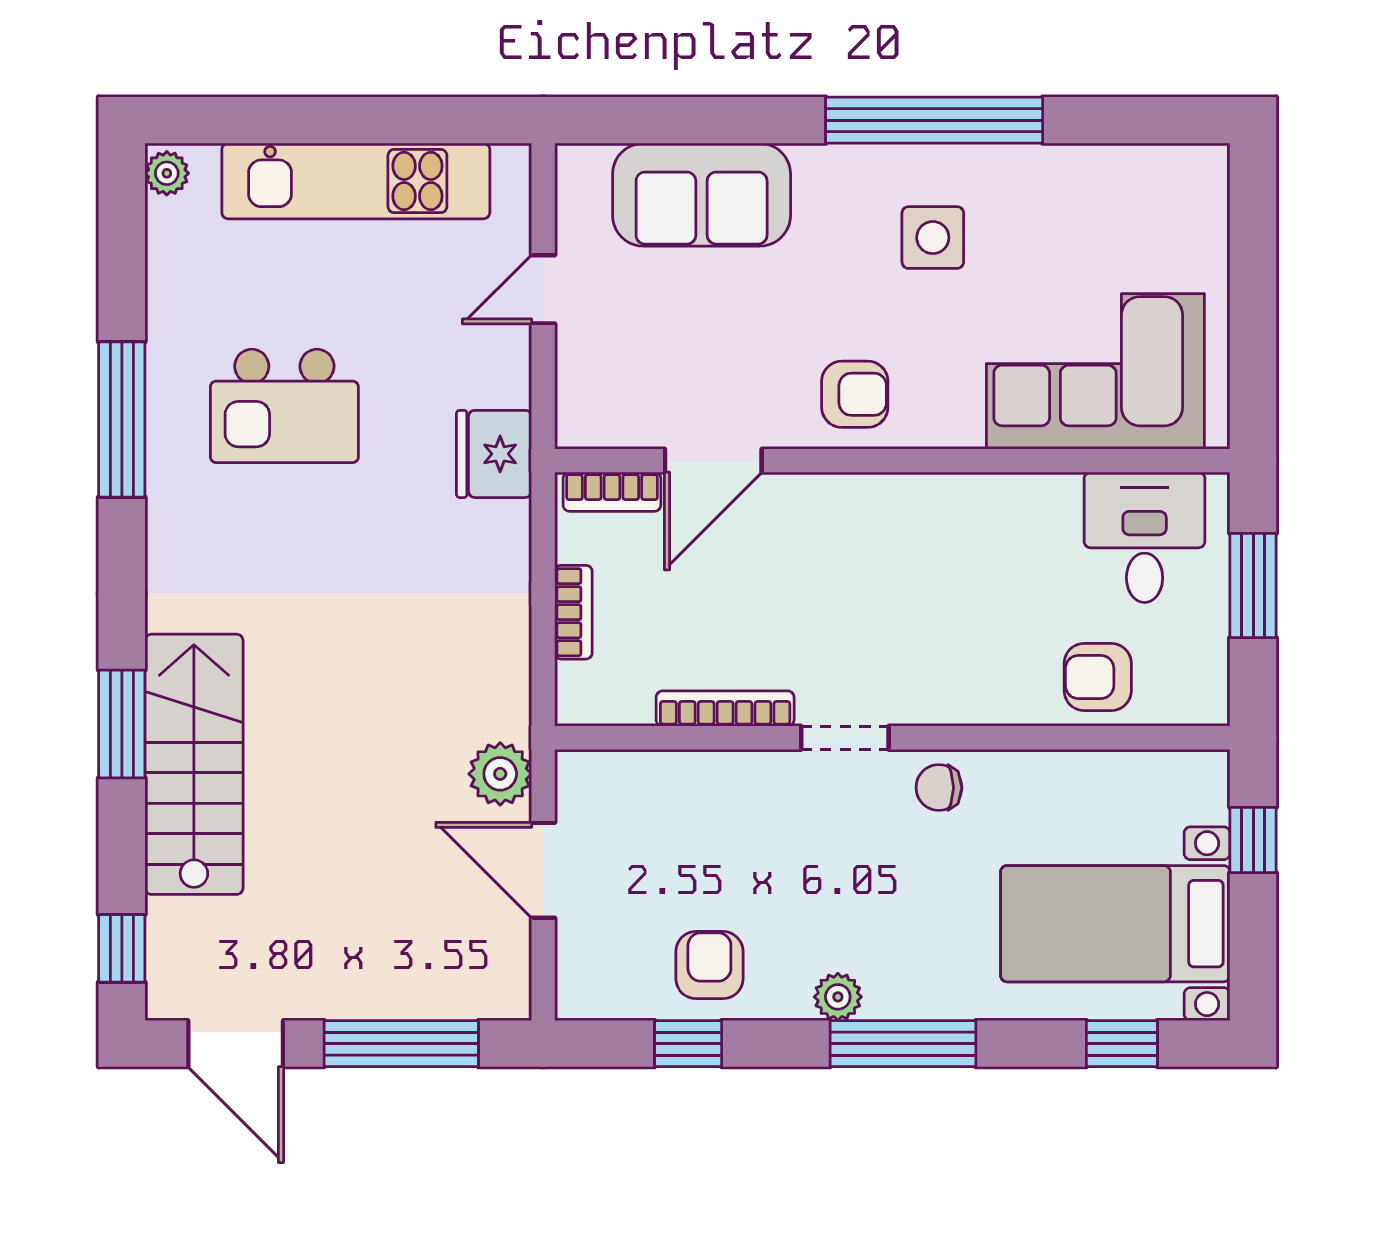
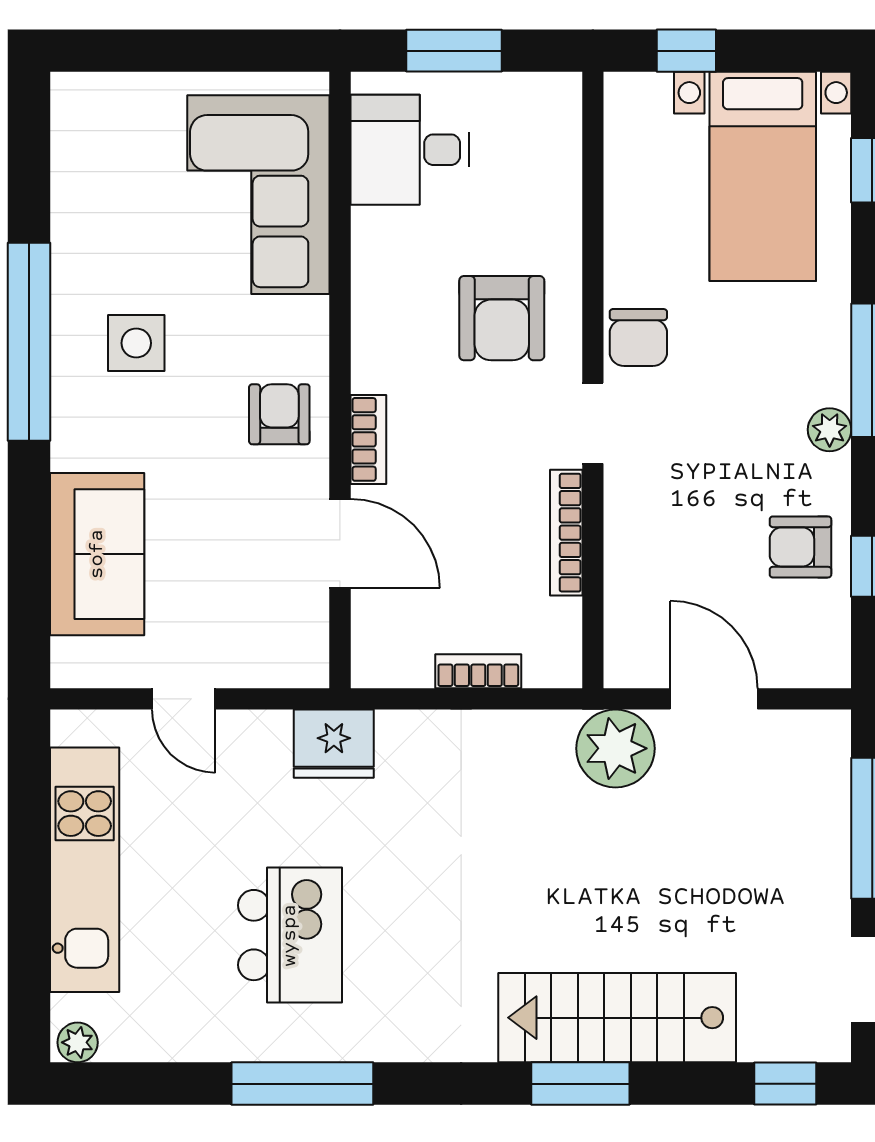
bookcase: (612, 492) -> (368, 439), moved
armchair: (1098, 677) -> (502, 318), moved, width x1.38, depth x1.38
plant: (500, 774) -> (615, 748), width x1.36, depth x1.36
chair: (939, 788) -> (638, 337), width x1.37, depth x1.37
door: (543, 870) -> (714, 699), swing flipped

